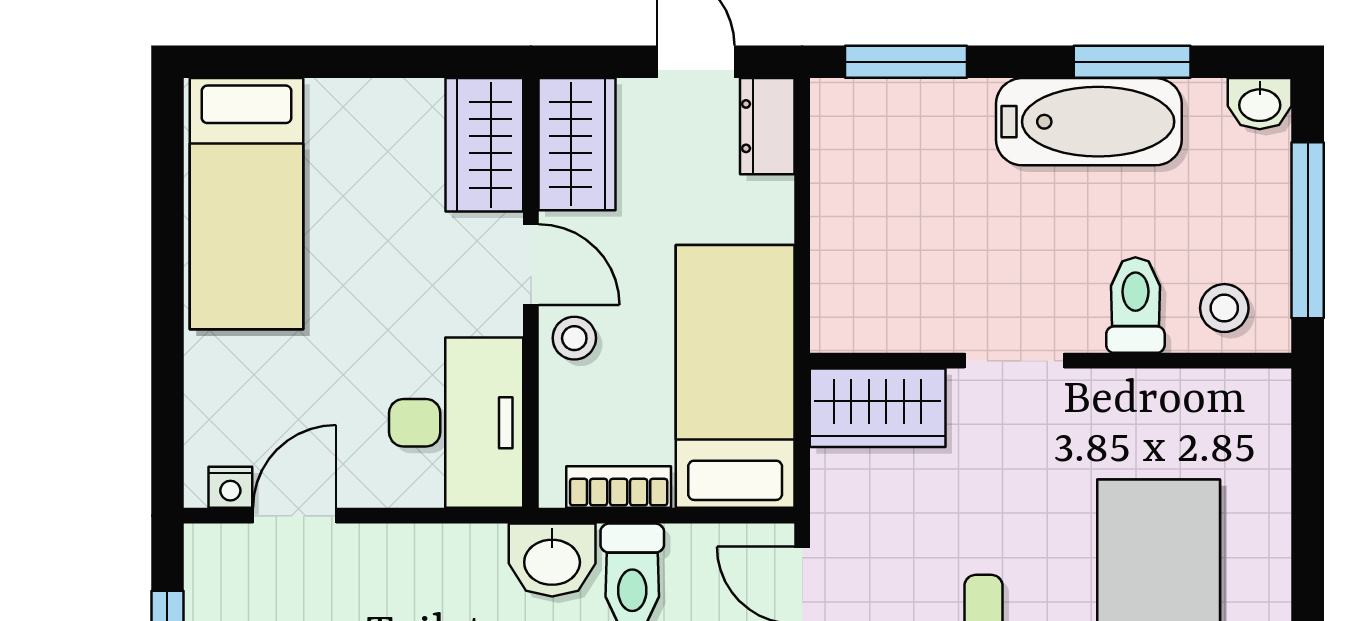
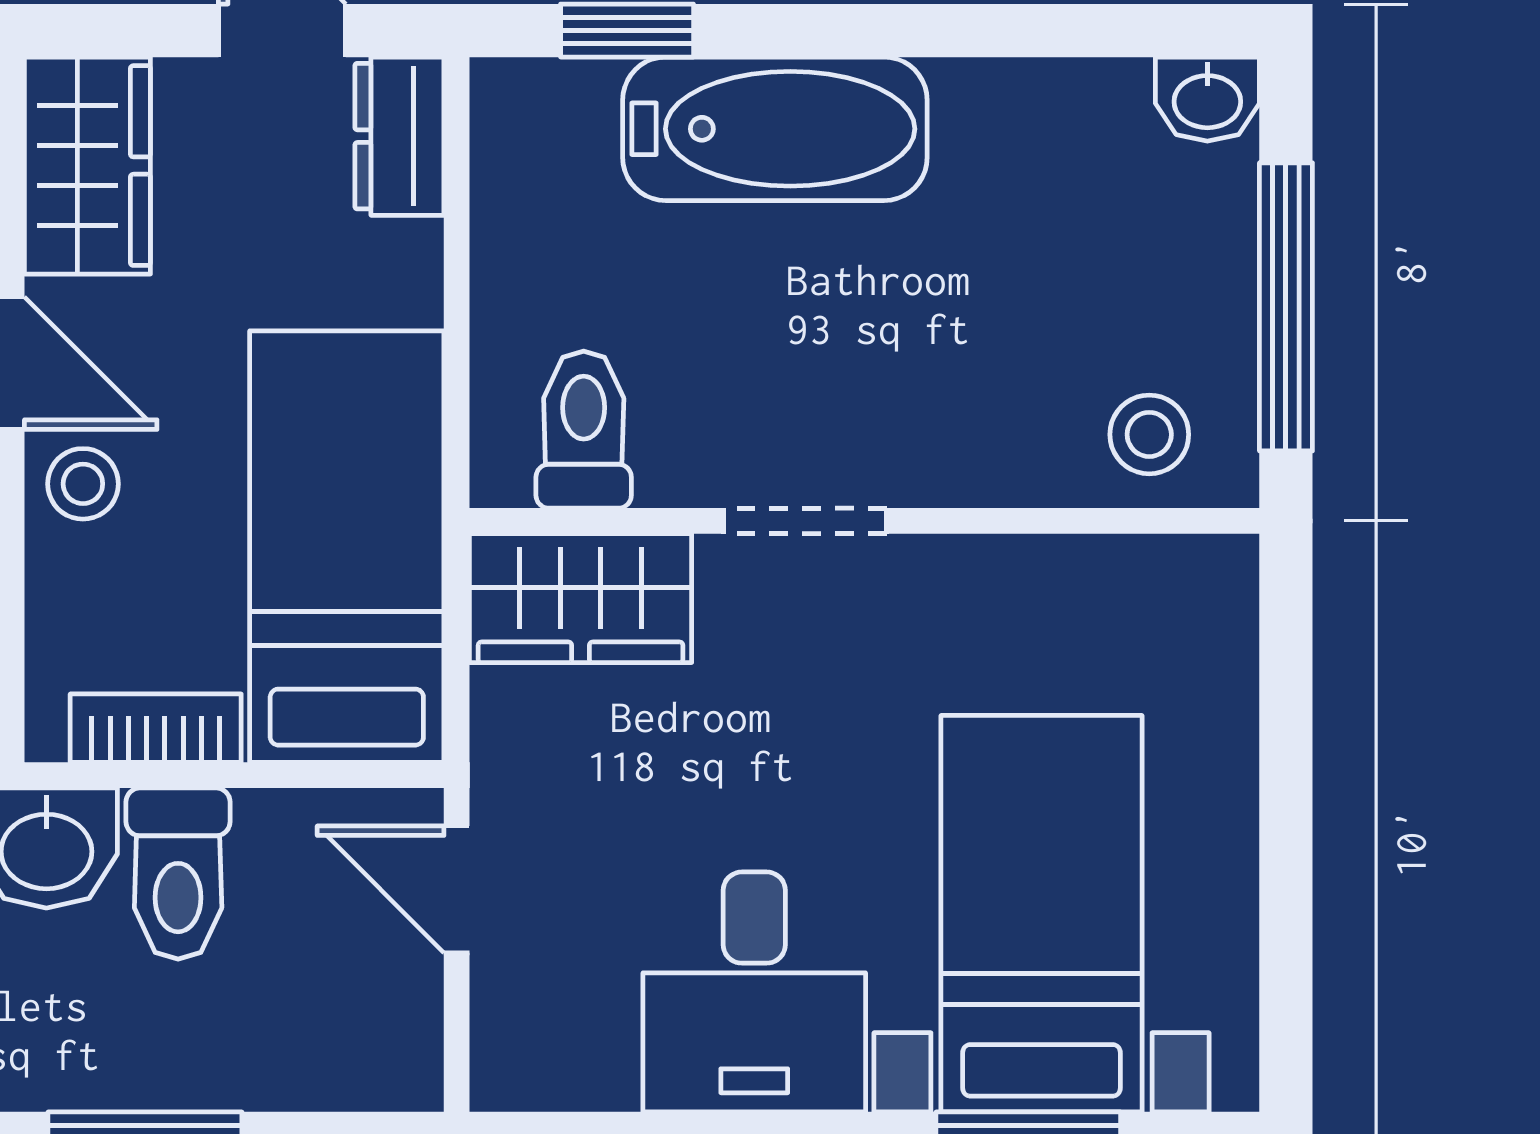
window: (906, 62) -> (627, 31), width x0.67
window: (1132, 62) -> (998, 31), removed
bathtub: (1089, 122) -> (775, 129), moved
toilet: (1135, 305) -> (584, 430), moved

